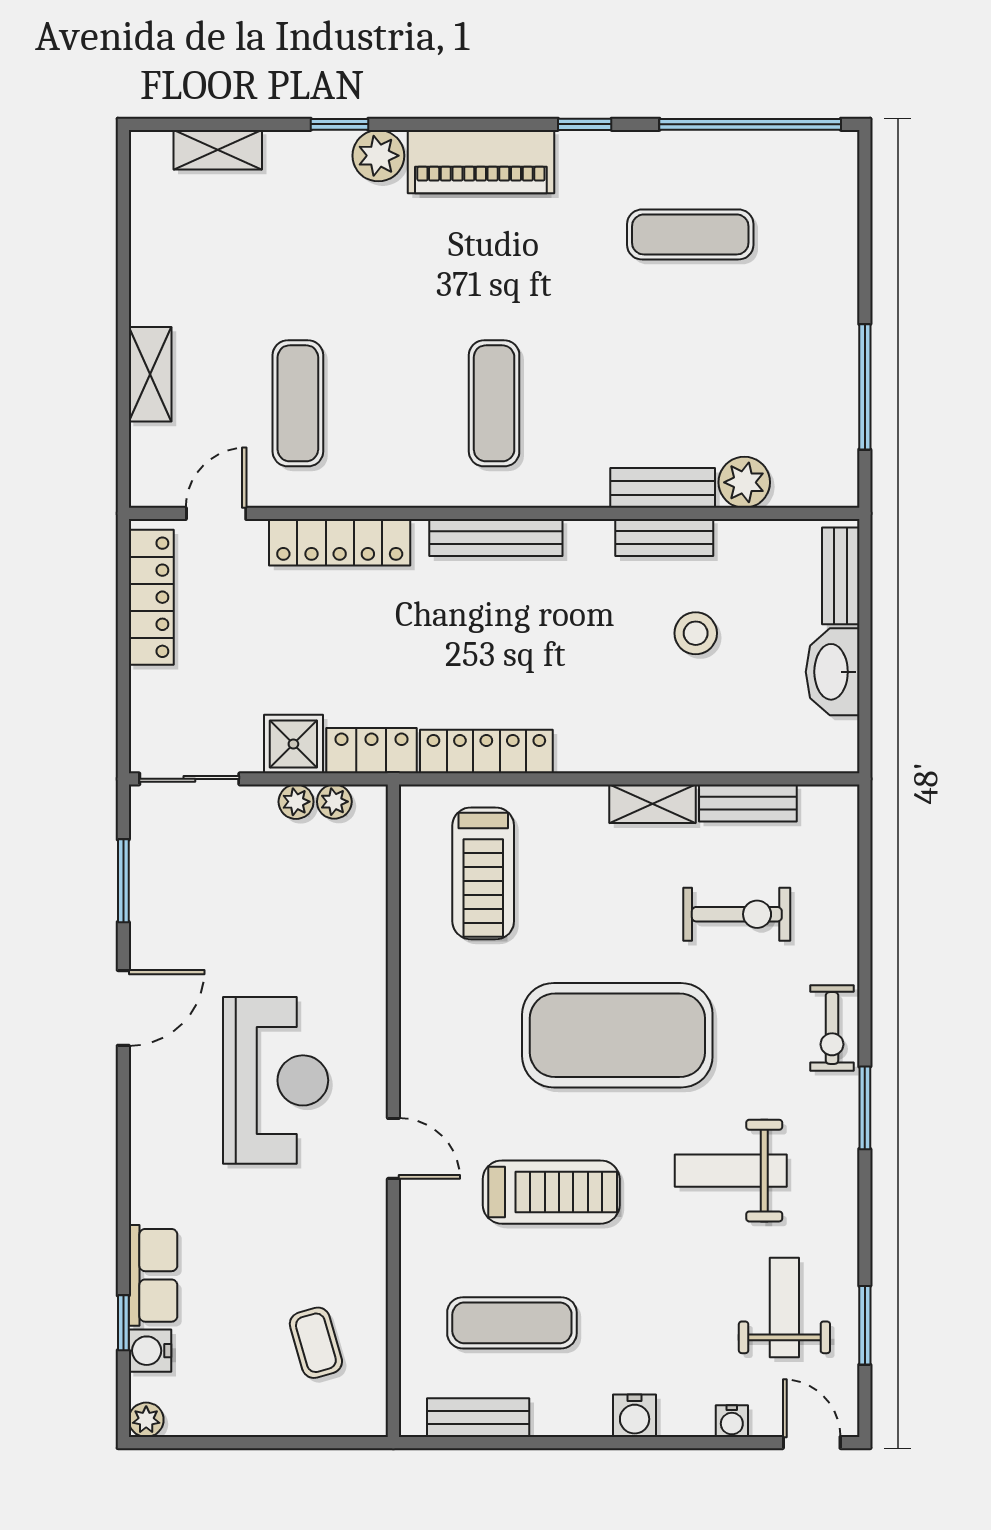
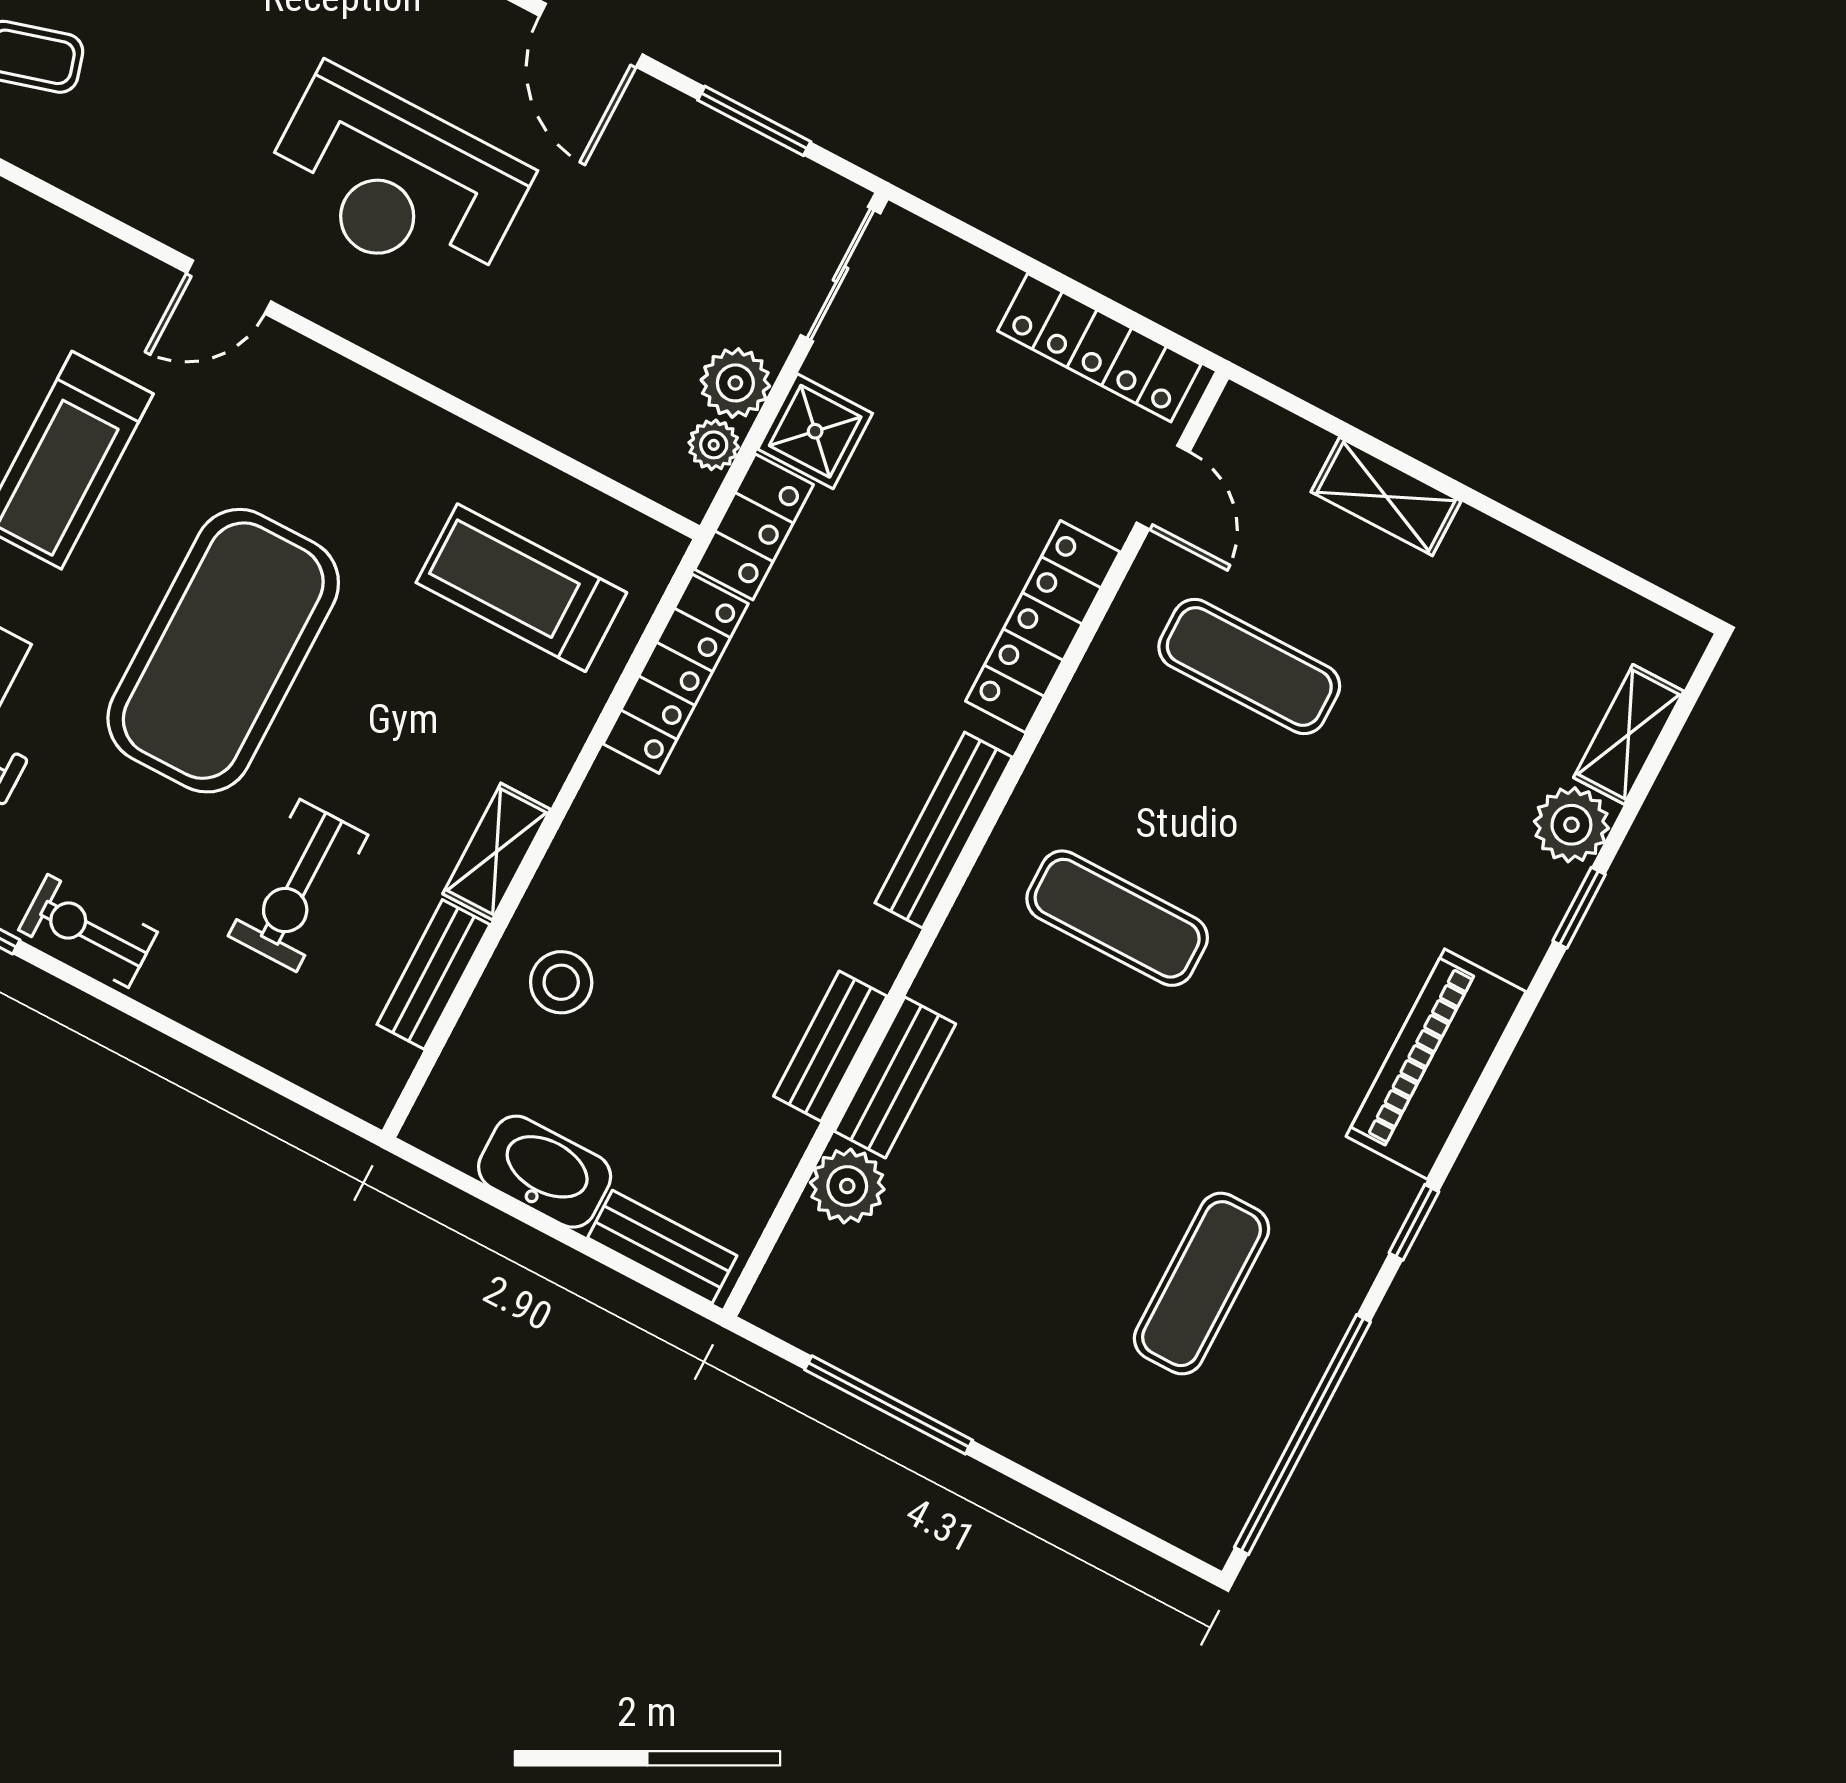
plant: (378, 156) -> (1571, 825), moved
stool: (696, 633) -> (561, 982), moved
plant: (296, 802) -> (735, 383), width x1.38, depth x1.38

